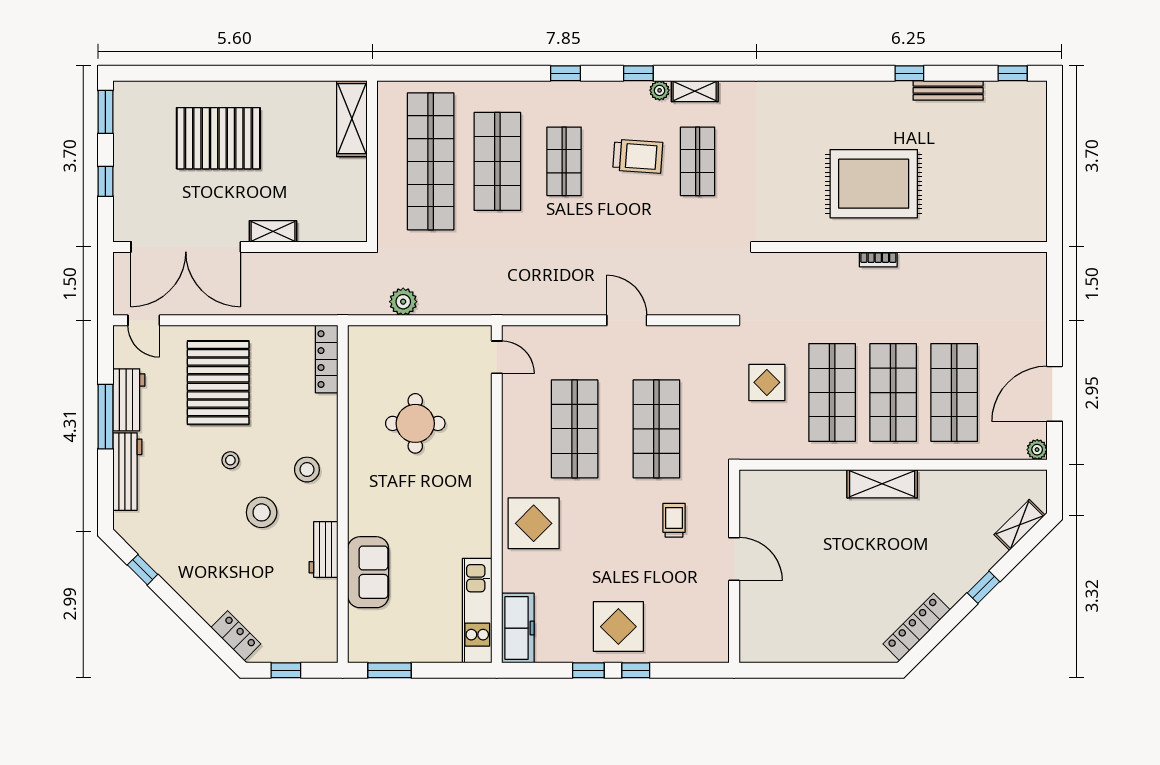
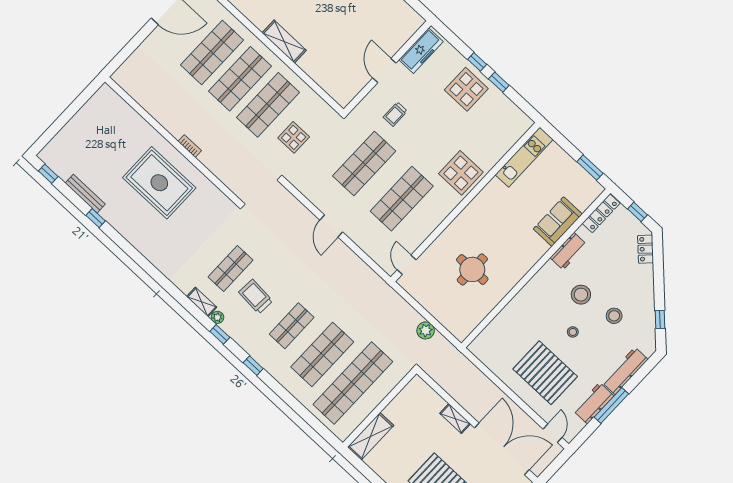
locker: (327, 359) -> (601, 213), moved
pallet: (218, 383) -> (545, 373), turned 90
stool: (307, 470) -> (614, 316), moved
freezer: (518, 628) -> (421, 51), moved, turned 180

